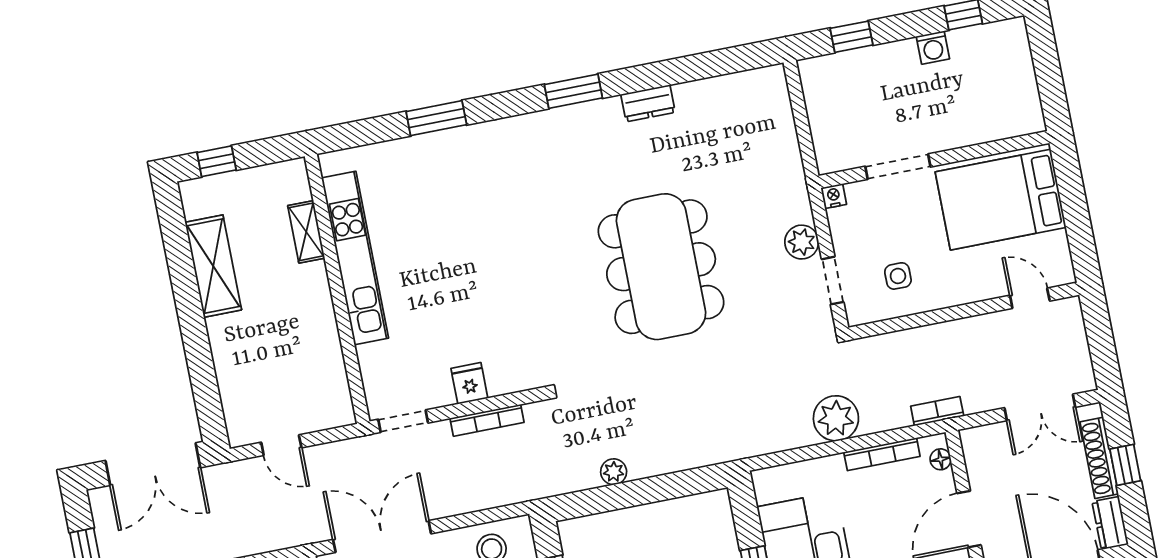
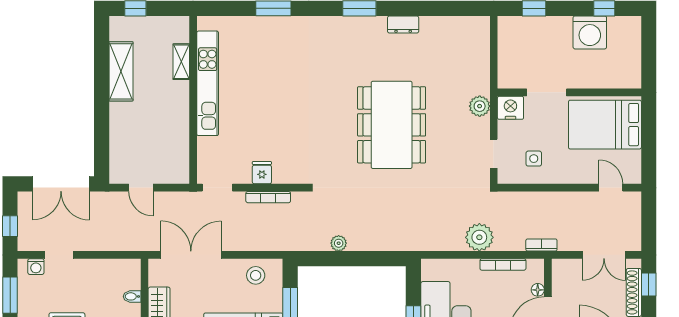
washing machine: (933, 48) -> (590, 32), width x1.89, depth x1.89
nightstand: (834, 196) -> (510, 108), width x1.89, depth x1.79
plant: (802, 242) -> (480, 106), moved
floor lamp: (941, 459) -> (538, 290), moved
window: (1125, 465) -> (649, 284), moved

